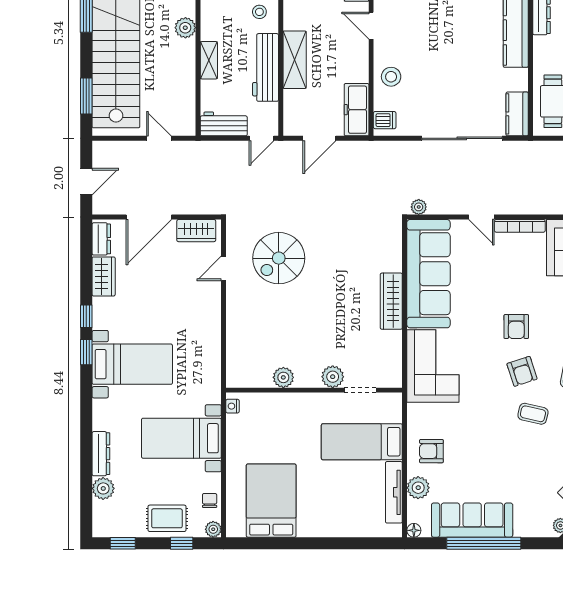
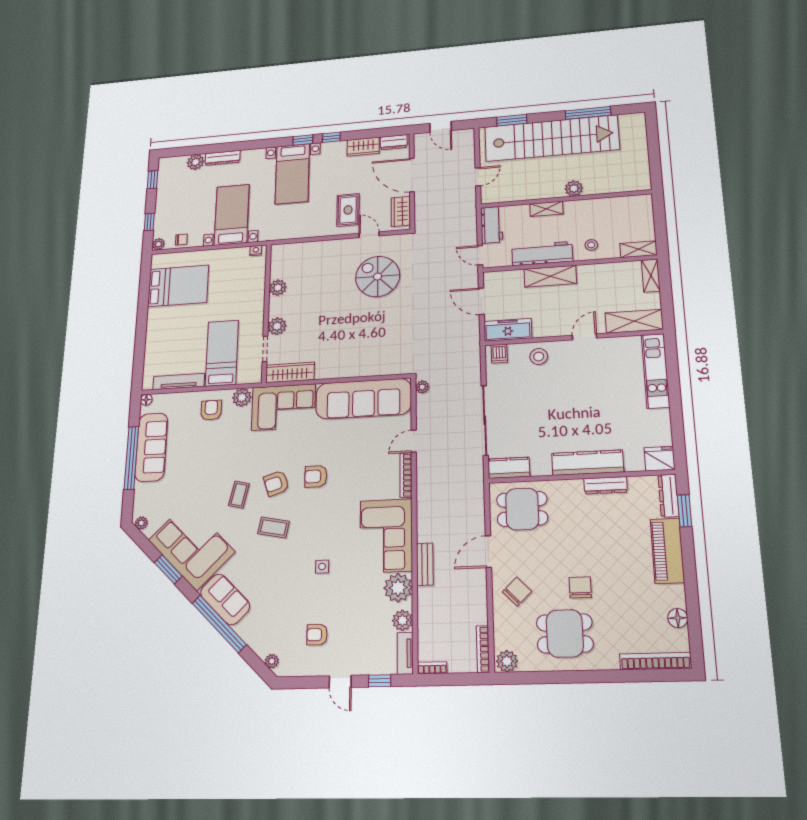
wardrobe: (391, 301) -> (290, 372), moved
plant: (418, 488) -> (242, 397), moved
rug: (167, 518) -> (348, 210), moved

